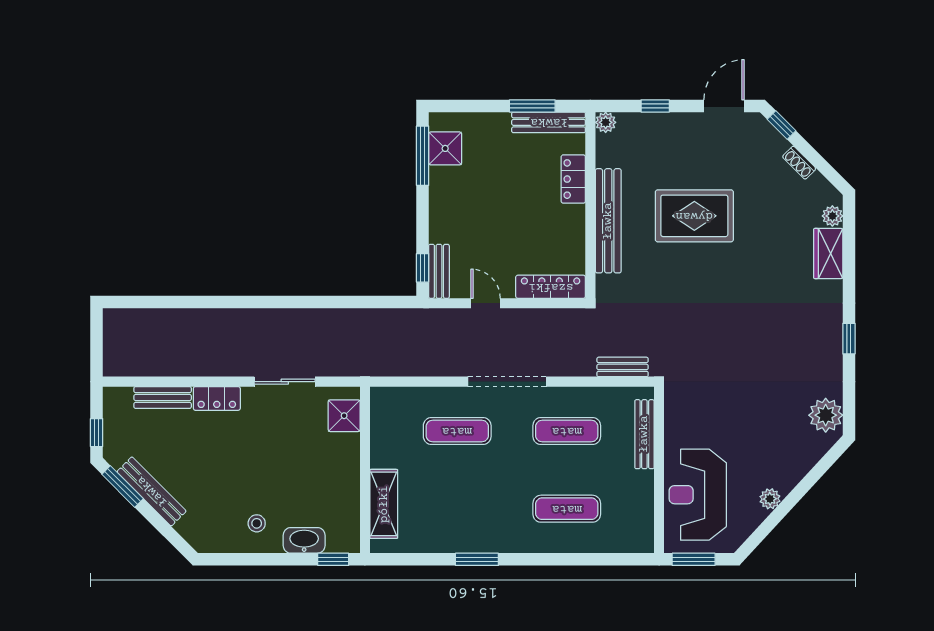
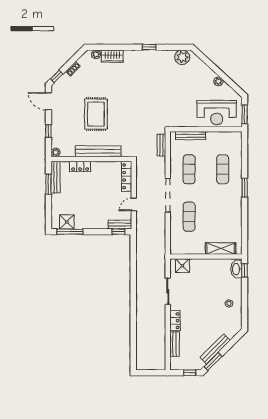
washbasin: (304, 540) -> (236, 269), moved
window: (477, 559) -> (245, 188), moved

